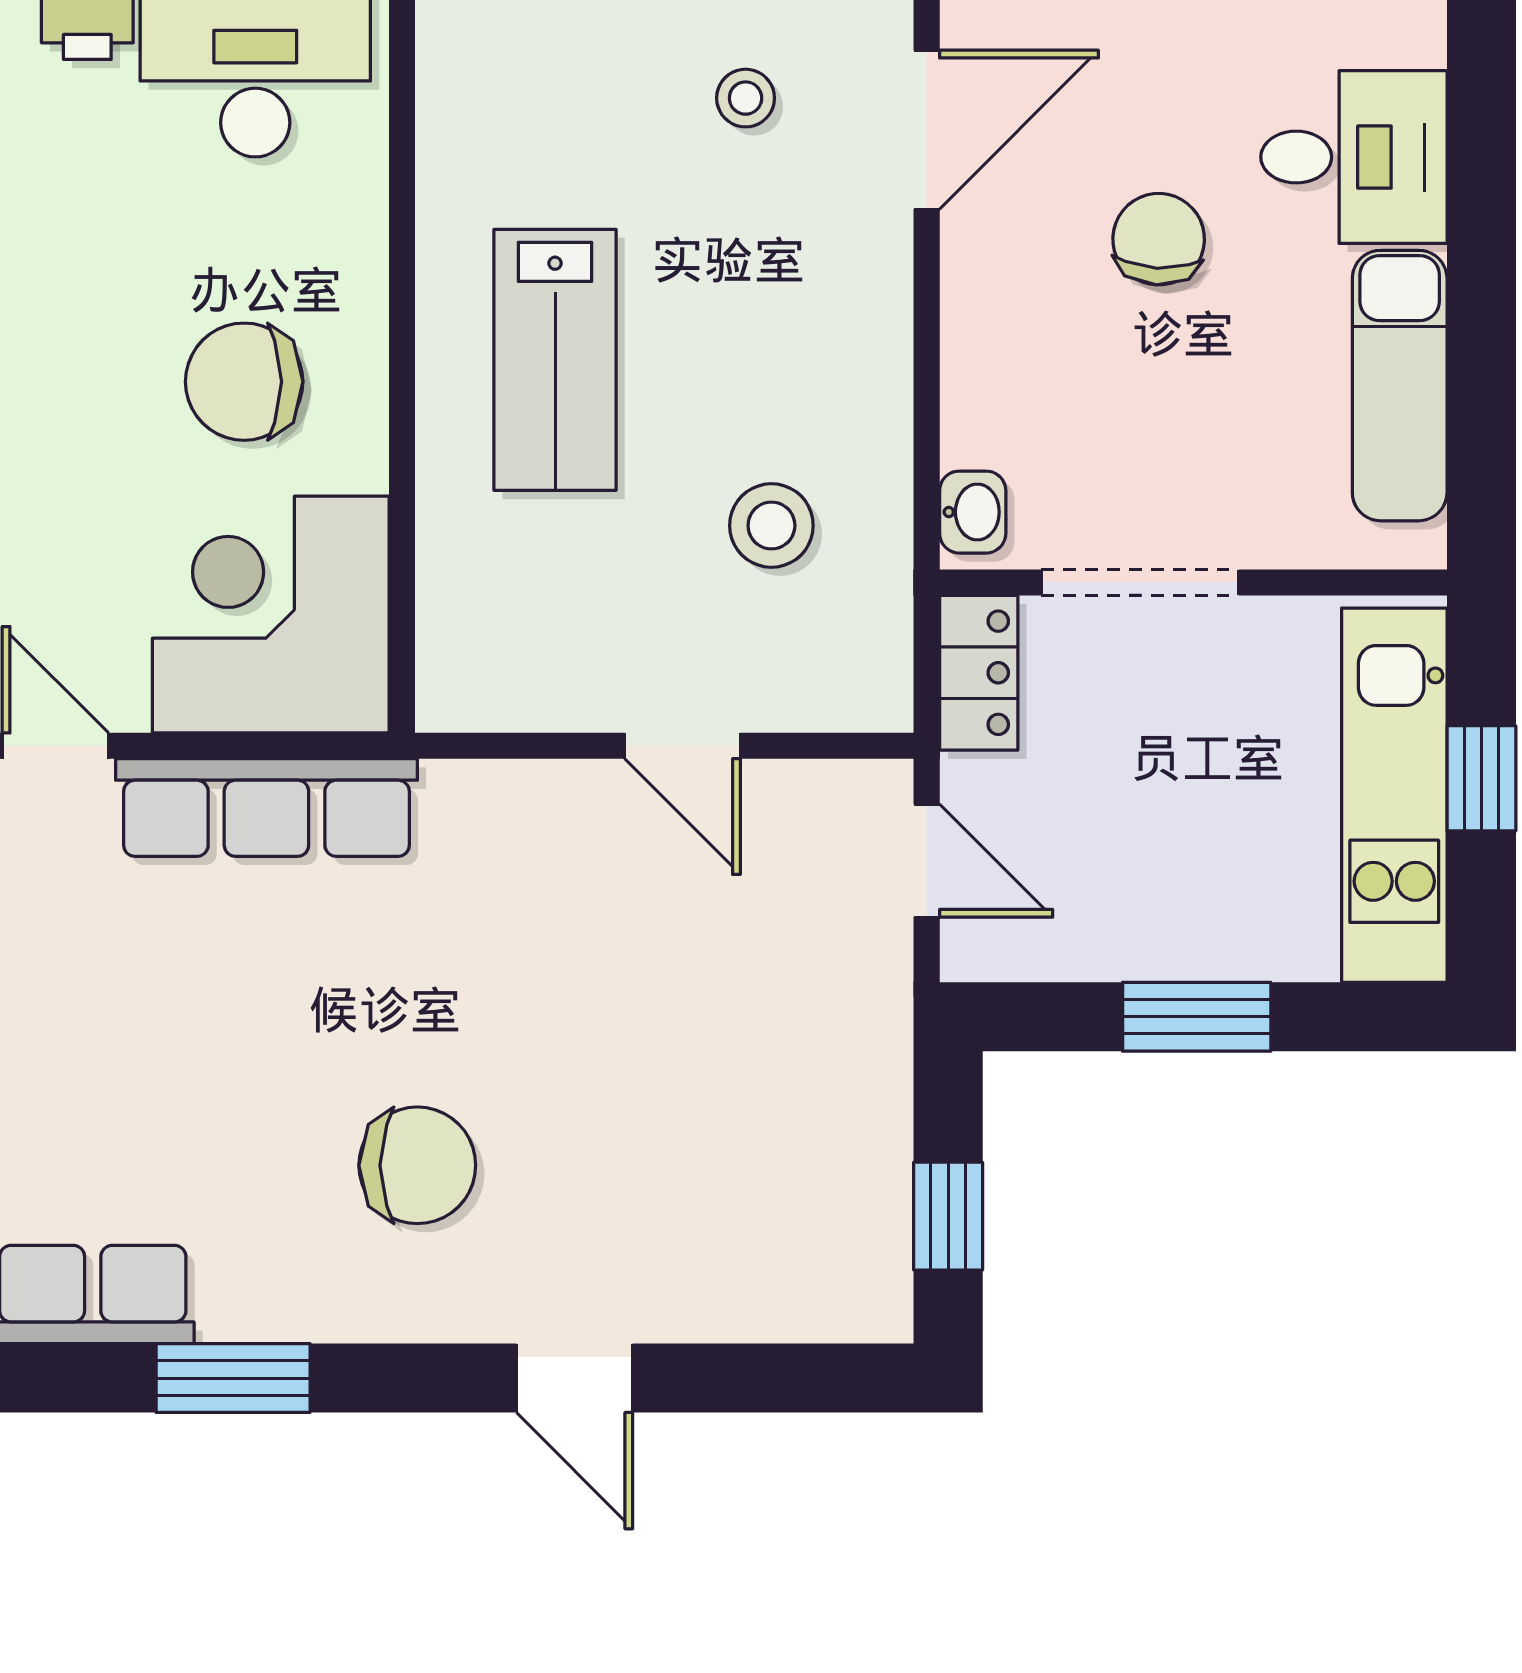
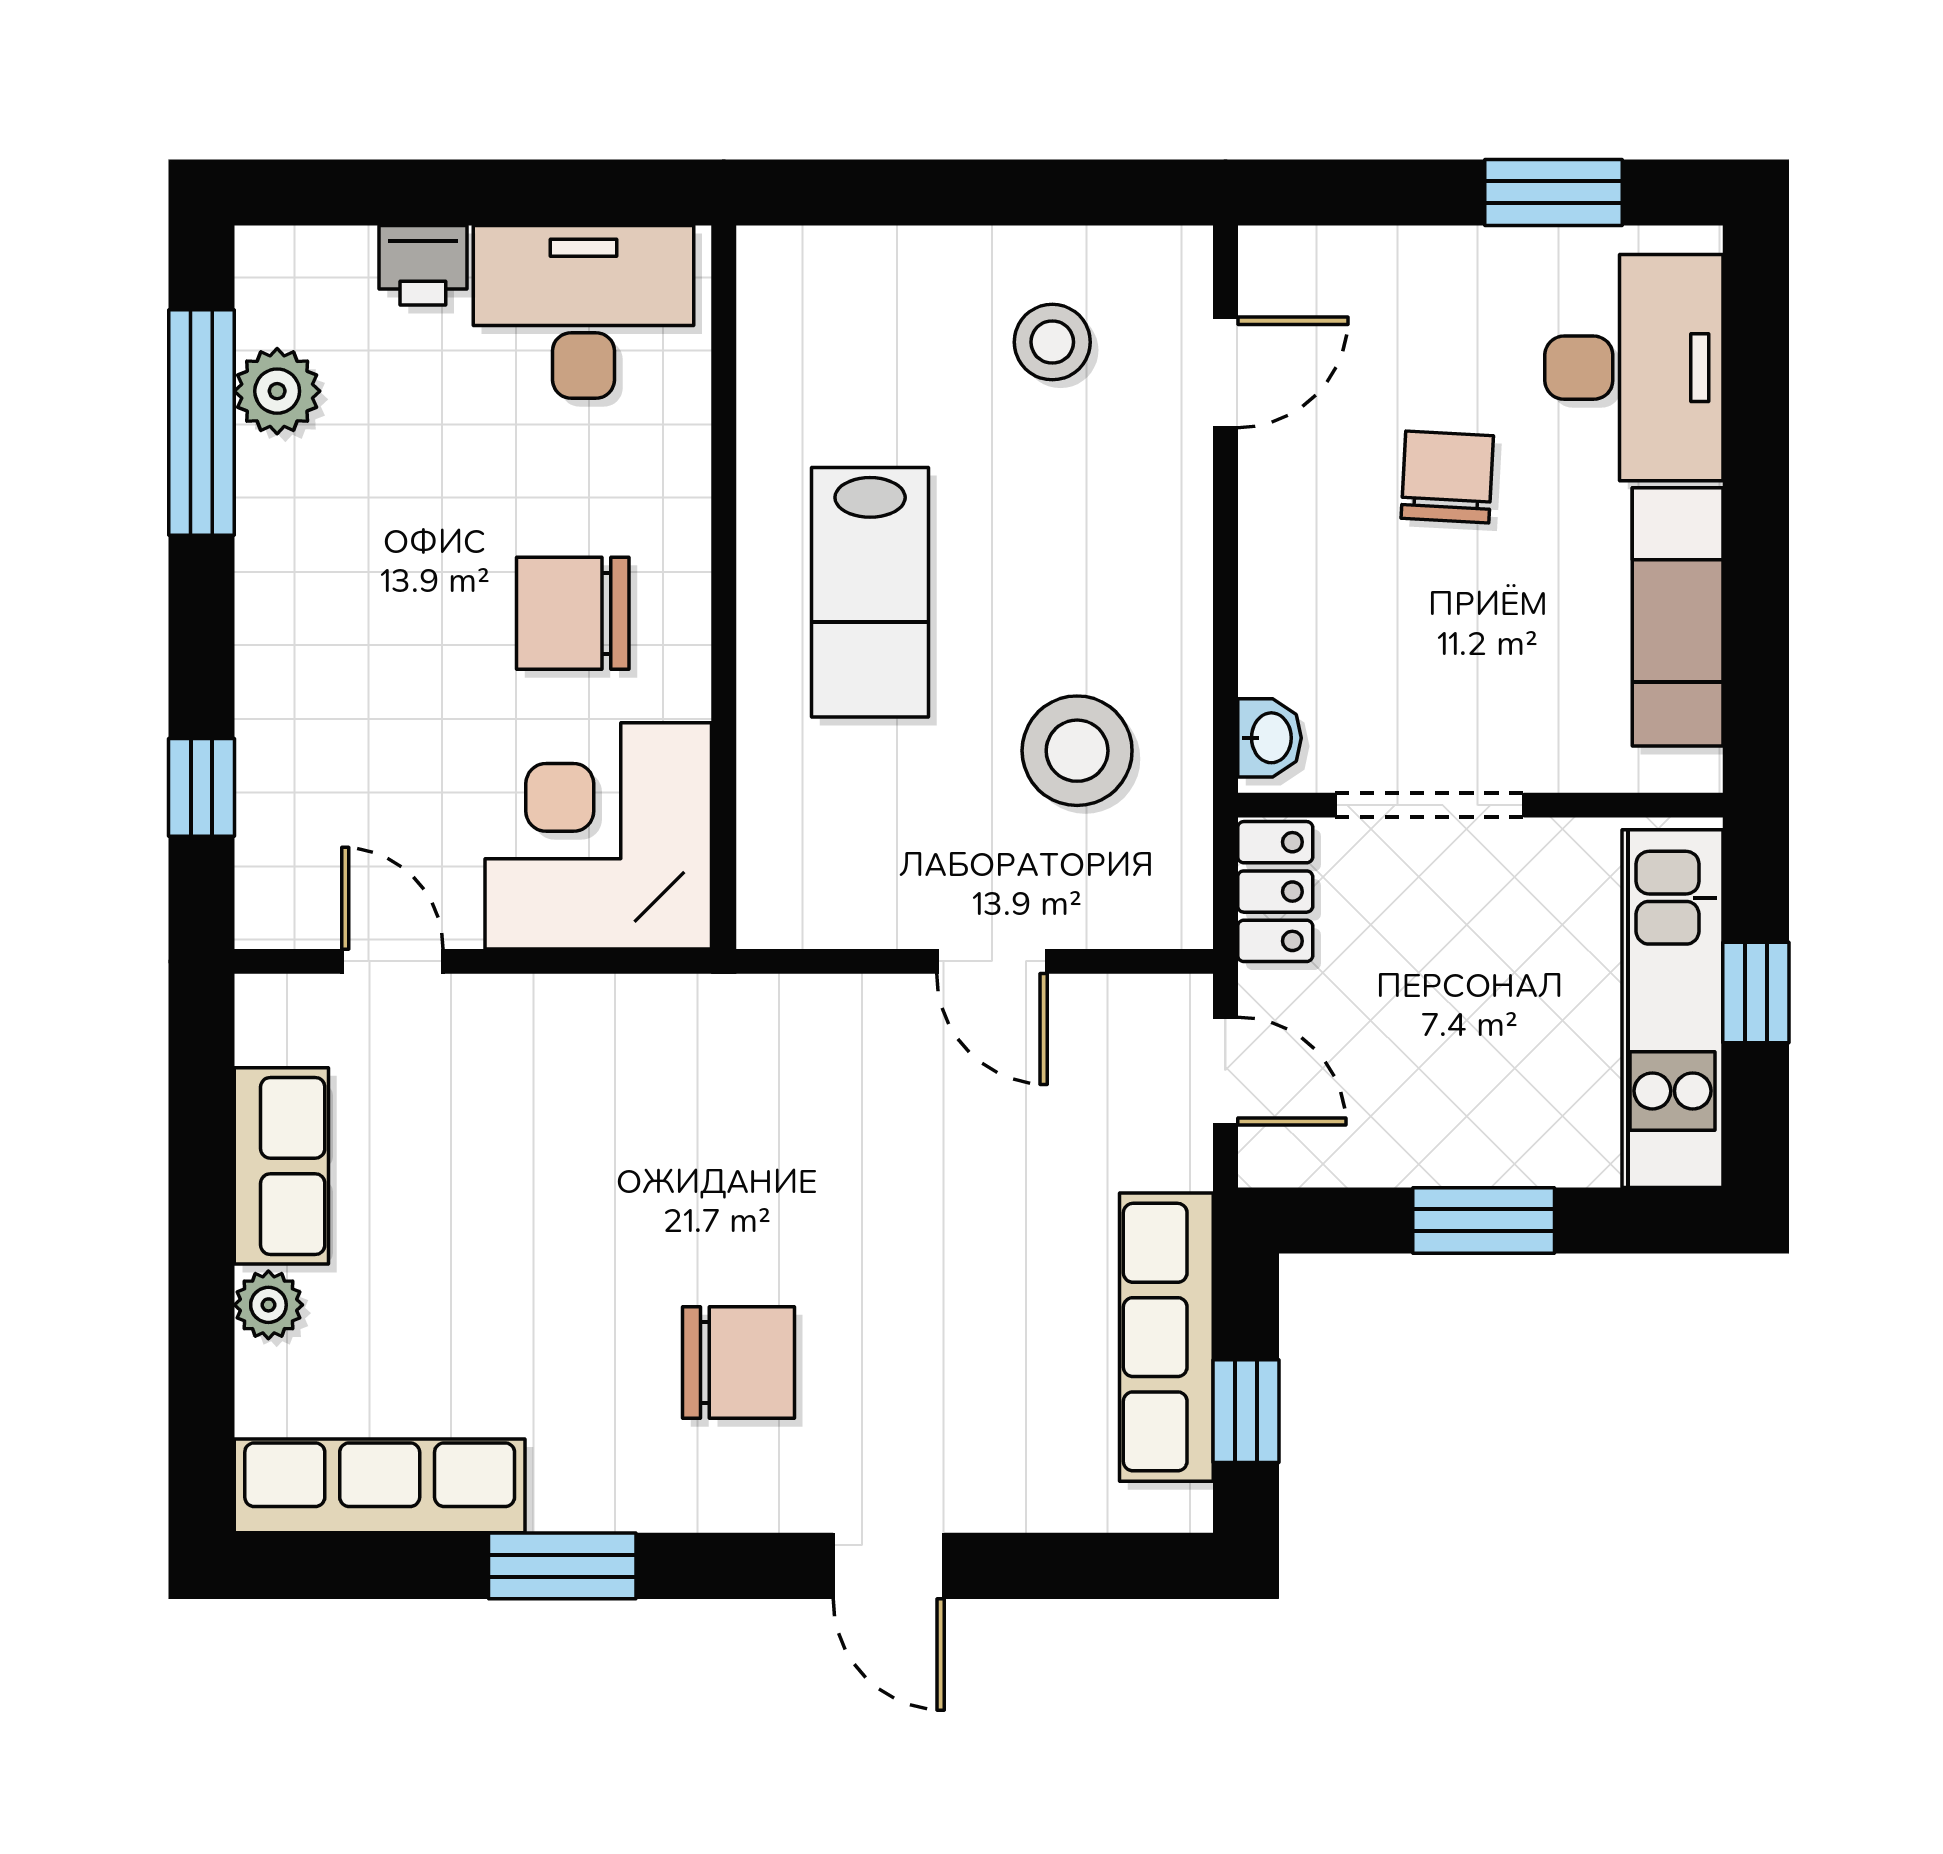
stool: (746, 98) -> (1052, 342), width x1.37, depth x1.37
door: (927, 130) -> (1225, 372), width x0.73
desk: (1354, 157) -> (1634, 368), width x1.37
stool: (771, 526) -> (1077, 751), width x1.38, depth x1.38
row of seats: (266, 808) -> (1166, 1337), moved, turned 90

